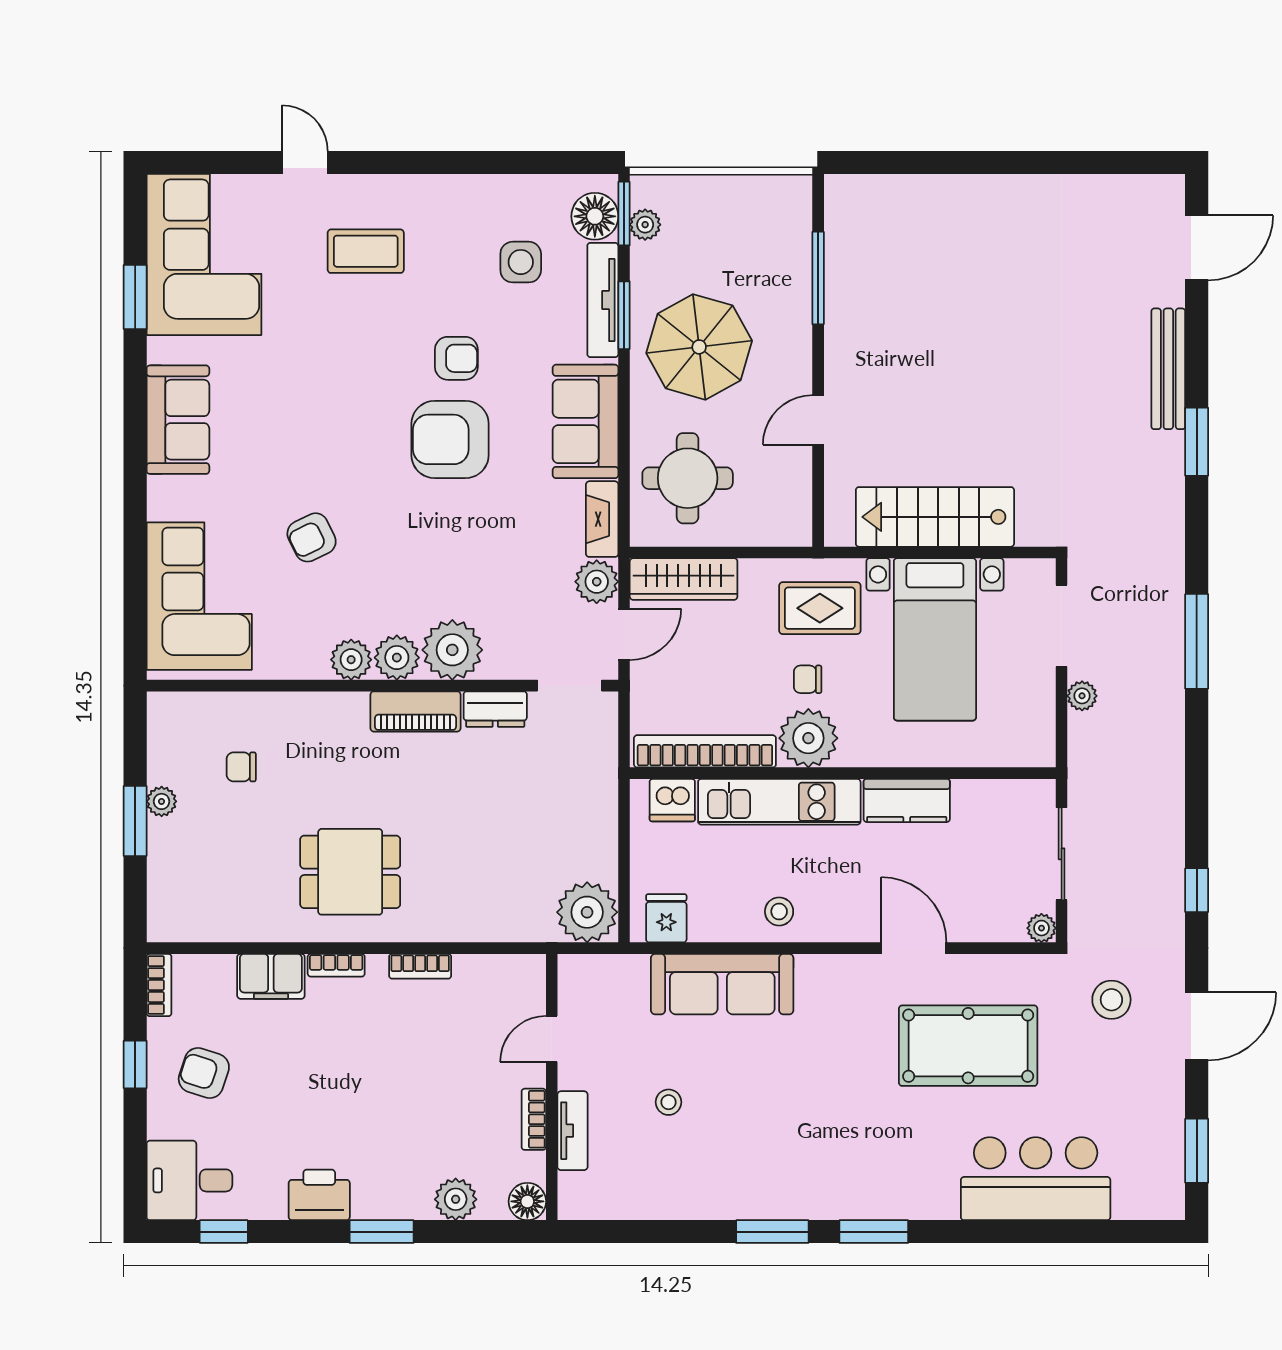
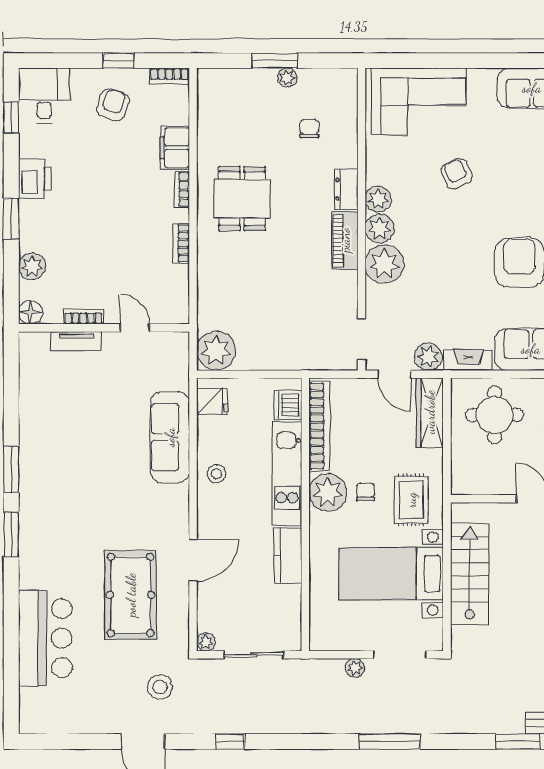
dresser: (495, 709) -> (346, 189), moved
stool: (669, 1102) -> (94, 403), removed
window: (1197, 1151) -> (63, 741), removed

